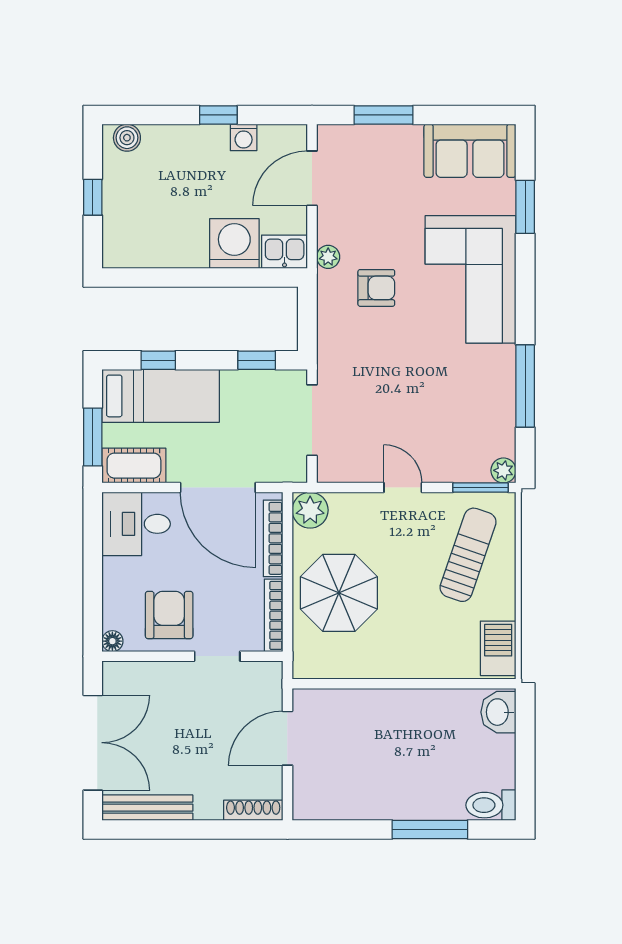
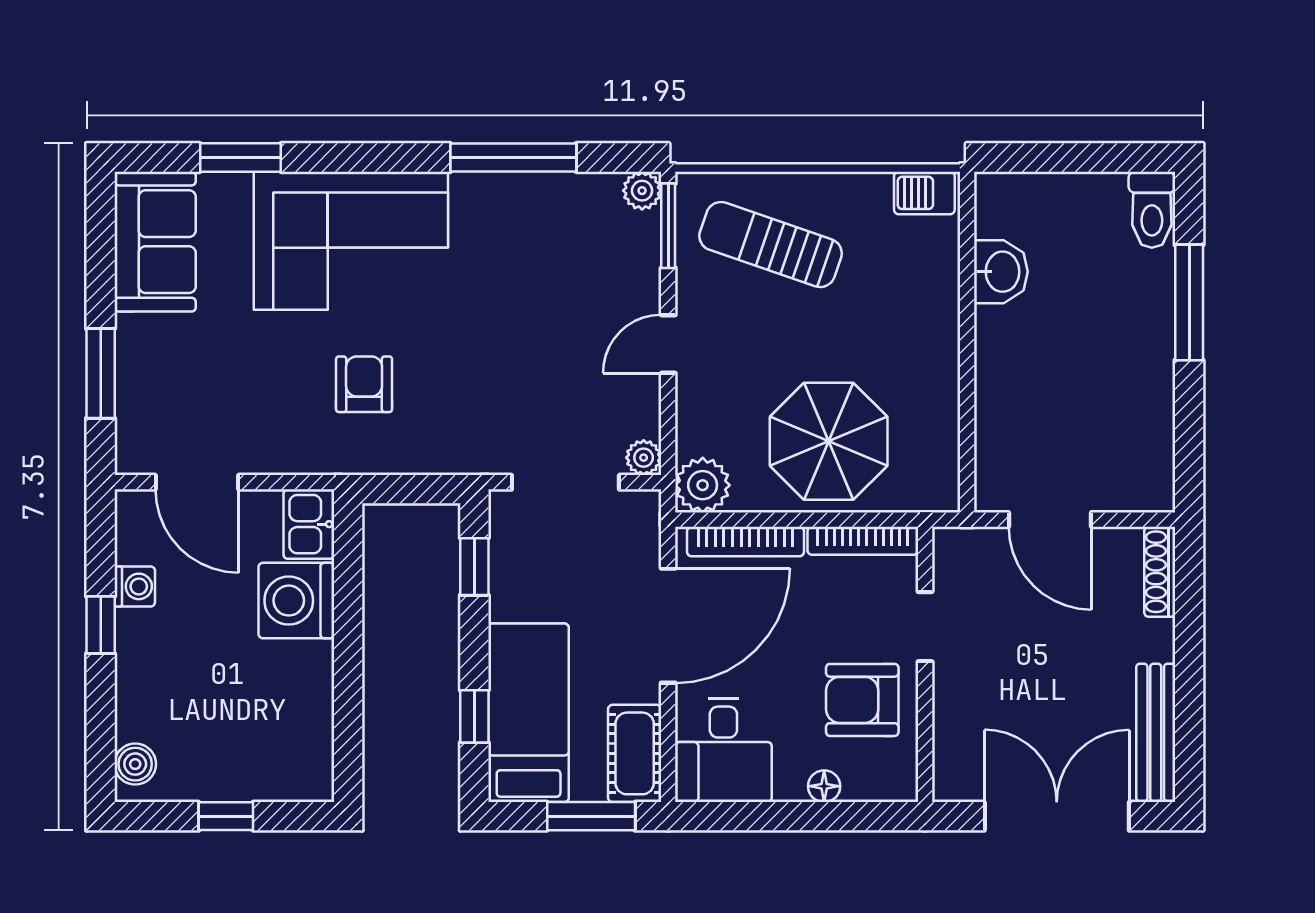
plant: (328, 257) -> (644, 458), moved
floor lamp: (112, 641) -> (824, 786), moved
barbecue: (498, 648) -> (924, 193), width x0.73, depth x0.79
washbasin: (498, 712) -> (1001, 272), moved, turned -90

